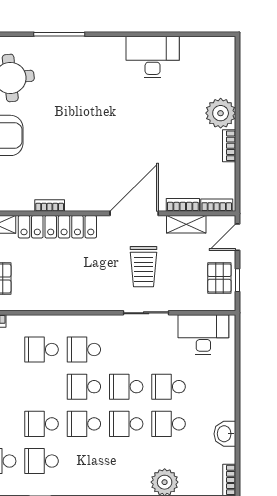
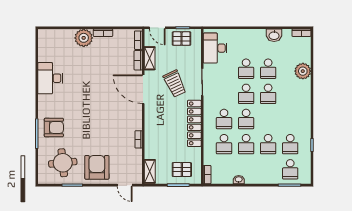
armchair: (70, 63) -> (54, 127), added
locker: (57, 227) -> (194, 123), moved, turned 180
trolley: (143, 267) -> (175, 84), turned 65
school desk: (84, 424) -> (246, 144), moved

